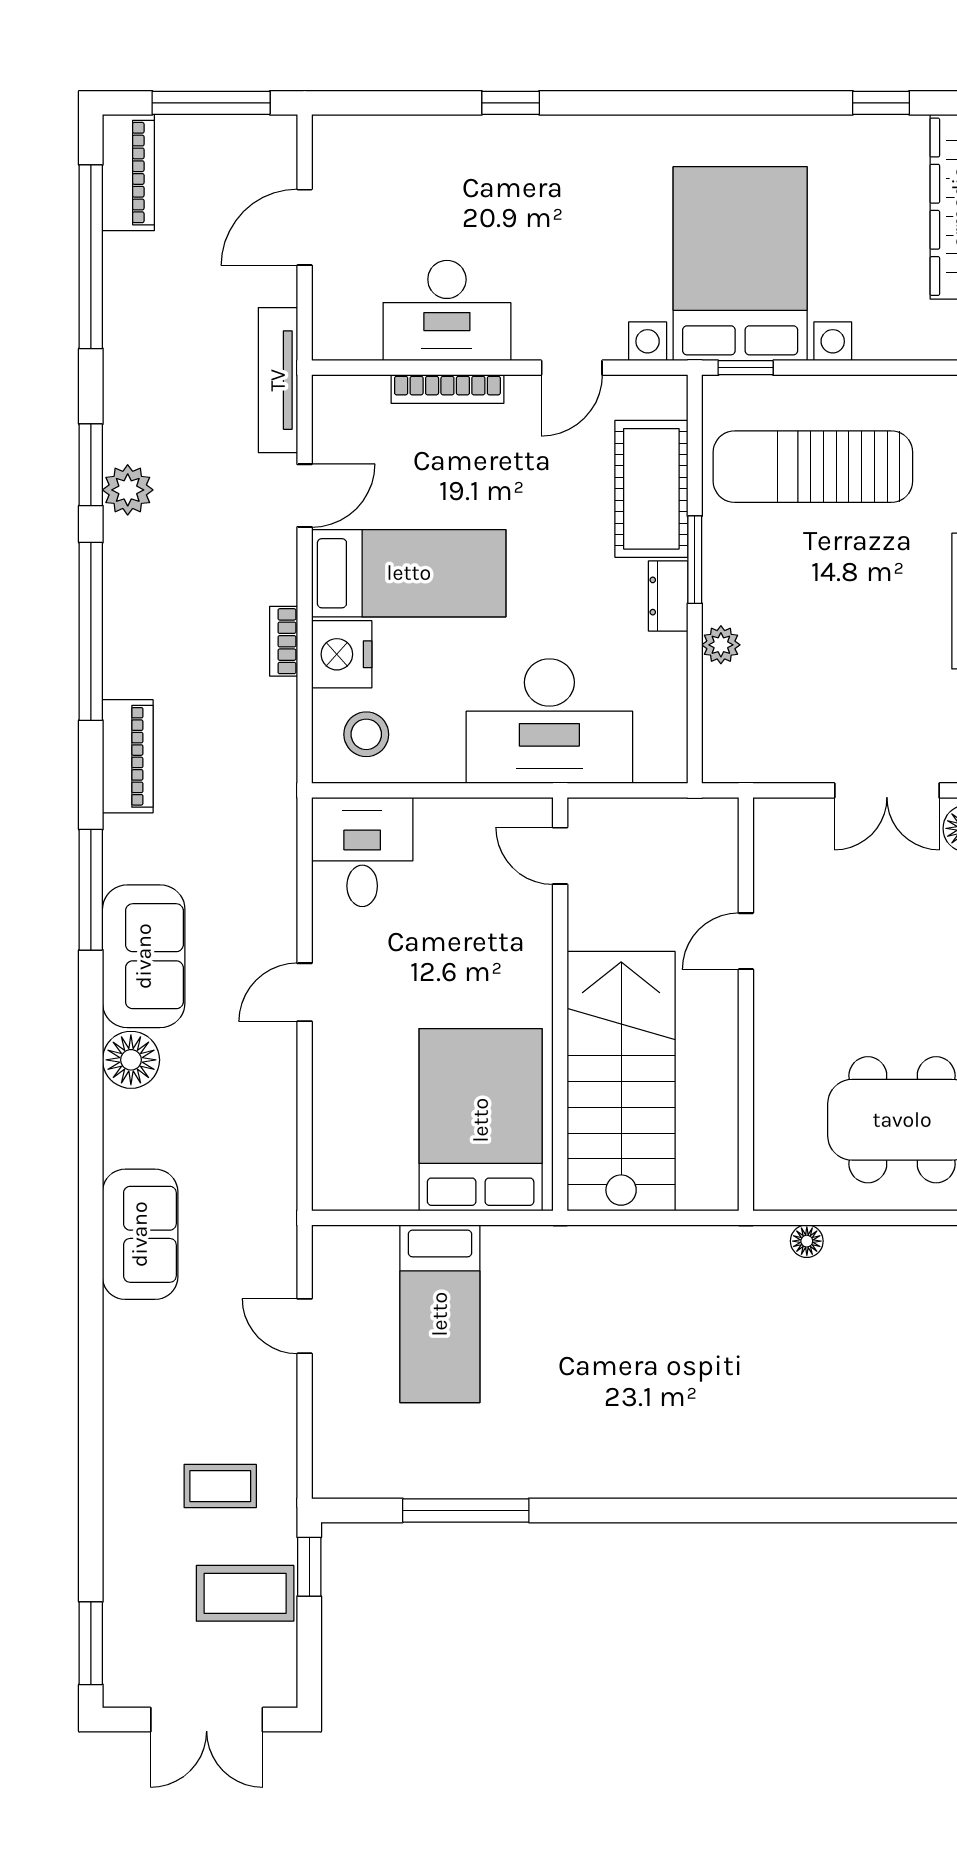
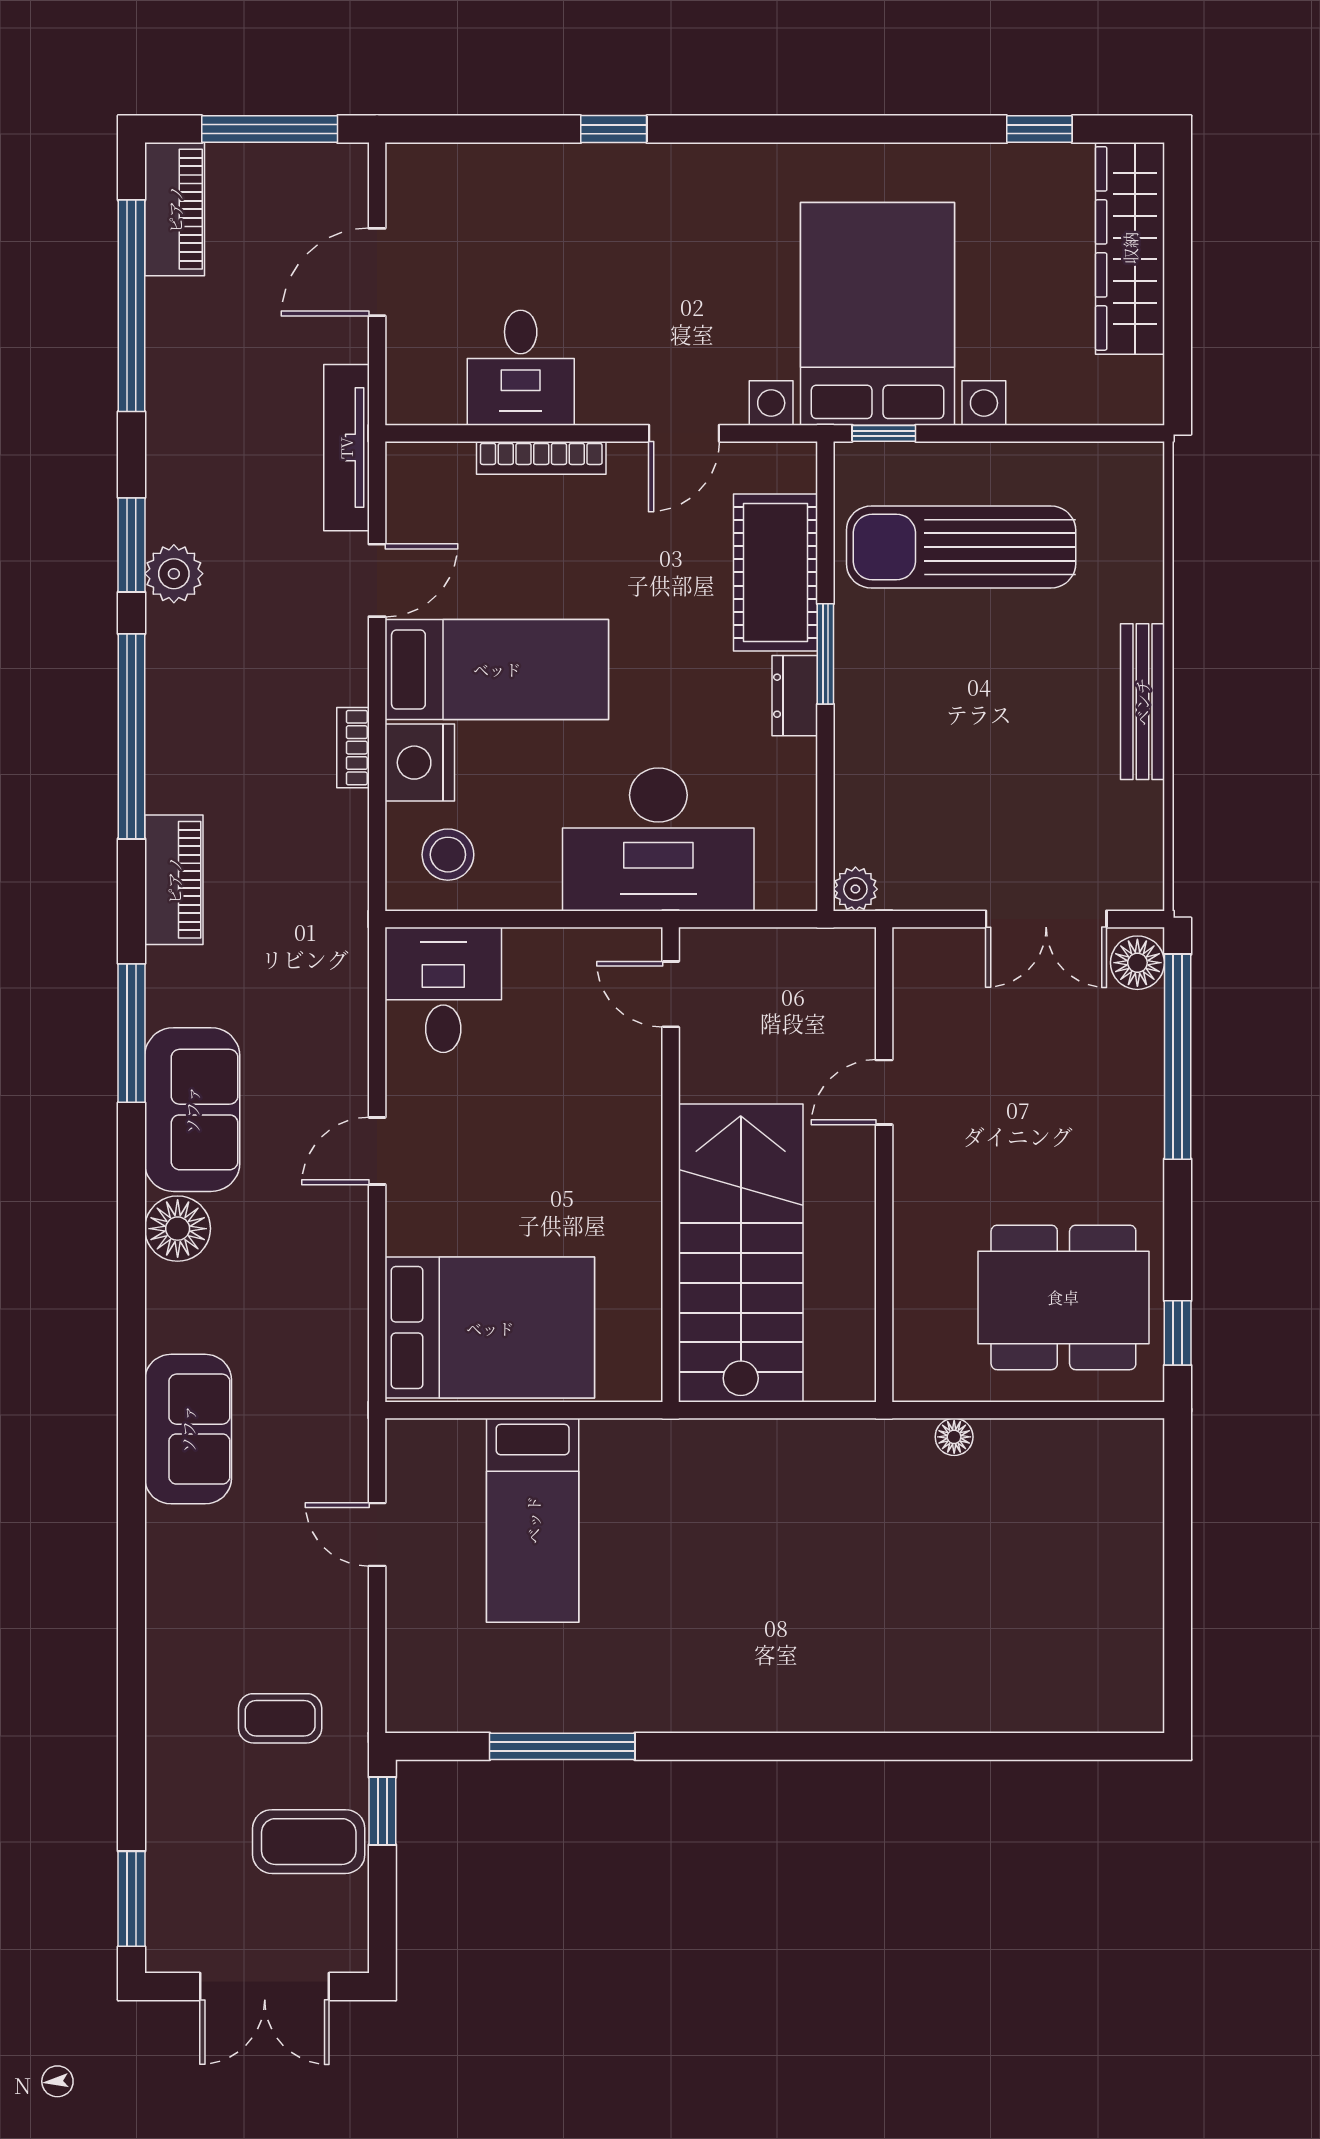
desk: (447, 311) -> (521, 368), width x0.73
plant: (721, 645) -> (855, 889), moved
bed: (481, 1120) -> (490, 1328), moved, turned 90

